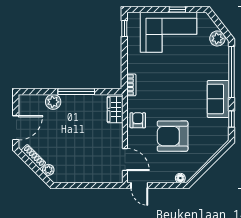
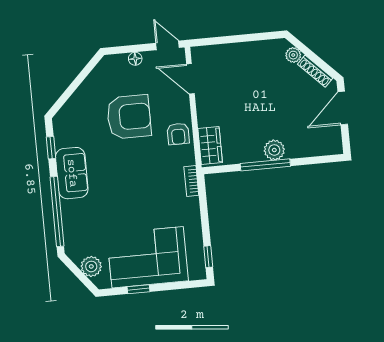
plant: (217, 38) -> (91, 266), moved
plant: (53, 102) -> (274, 150), moved
floor lamp: (180, 178) -> (135, 59), moved

